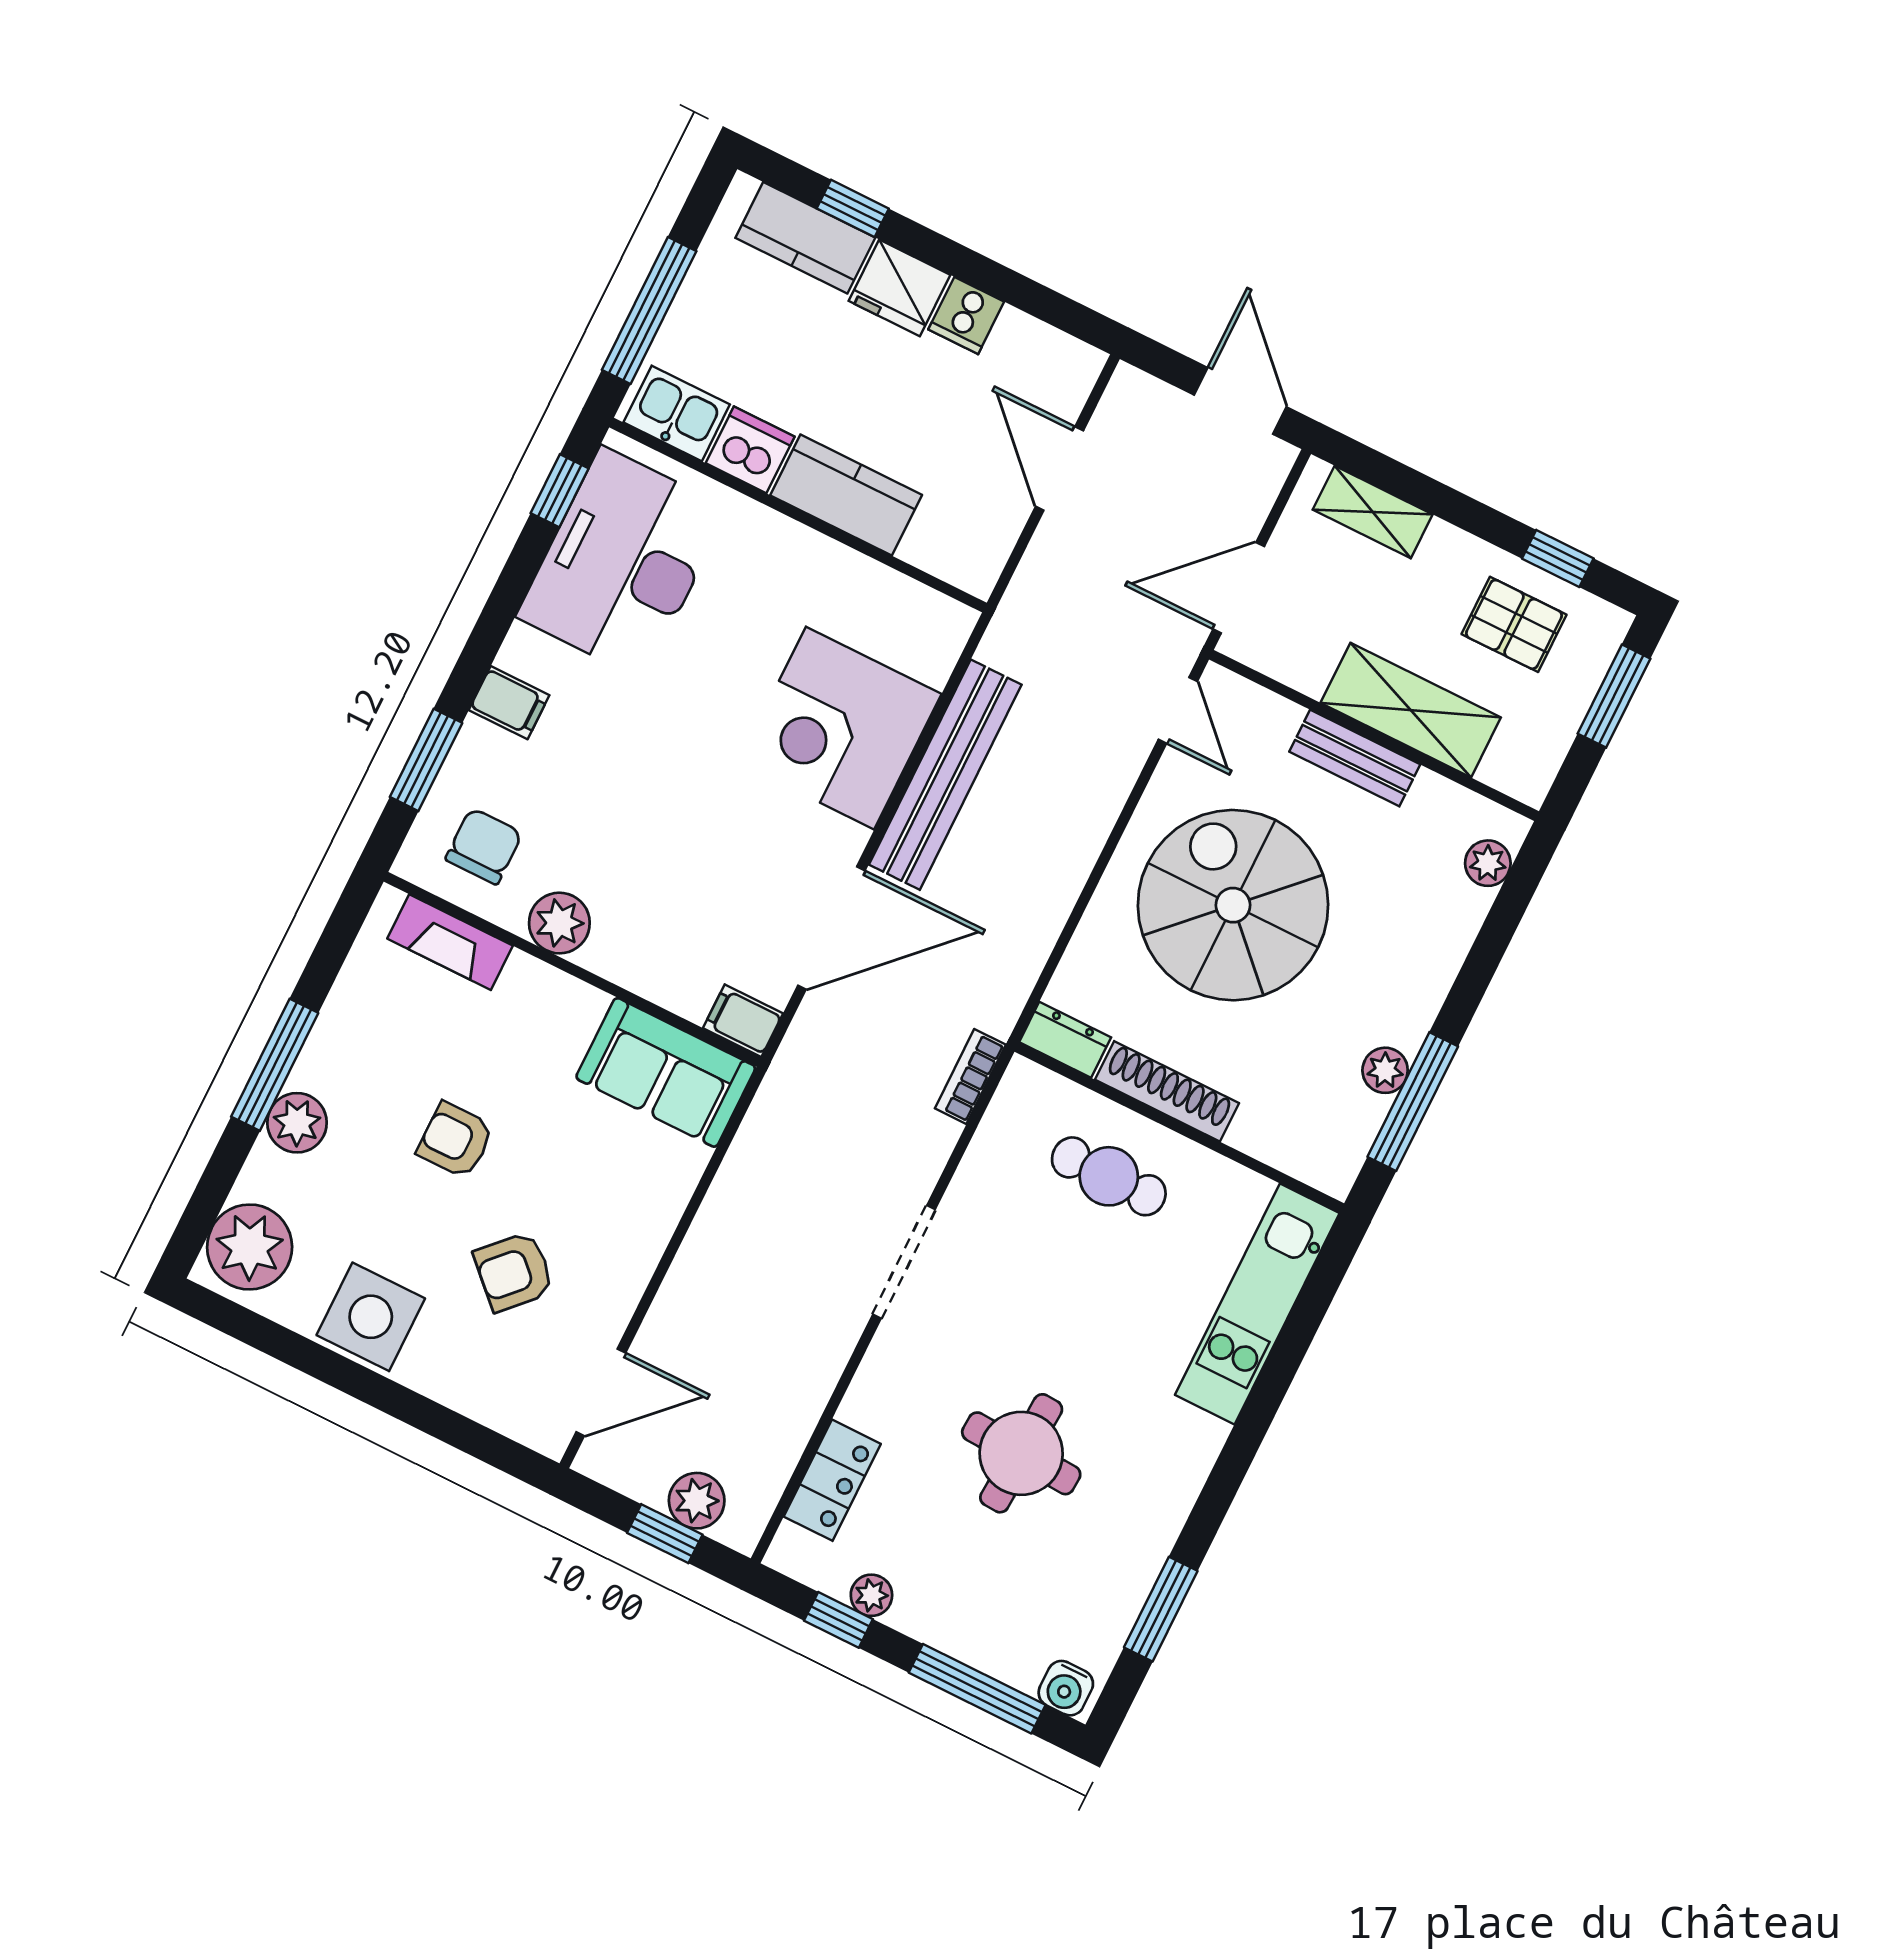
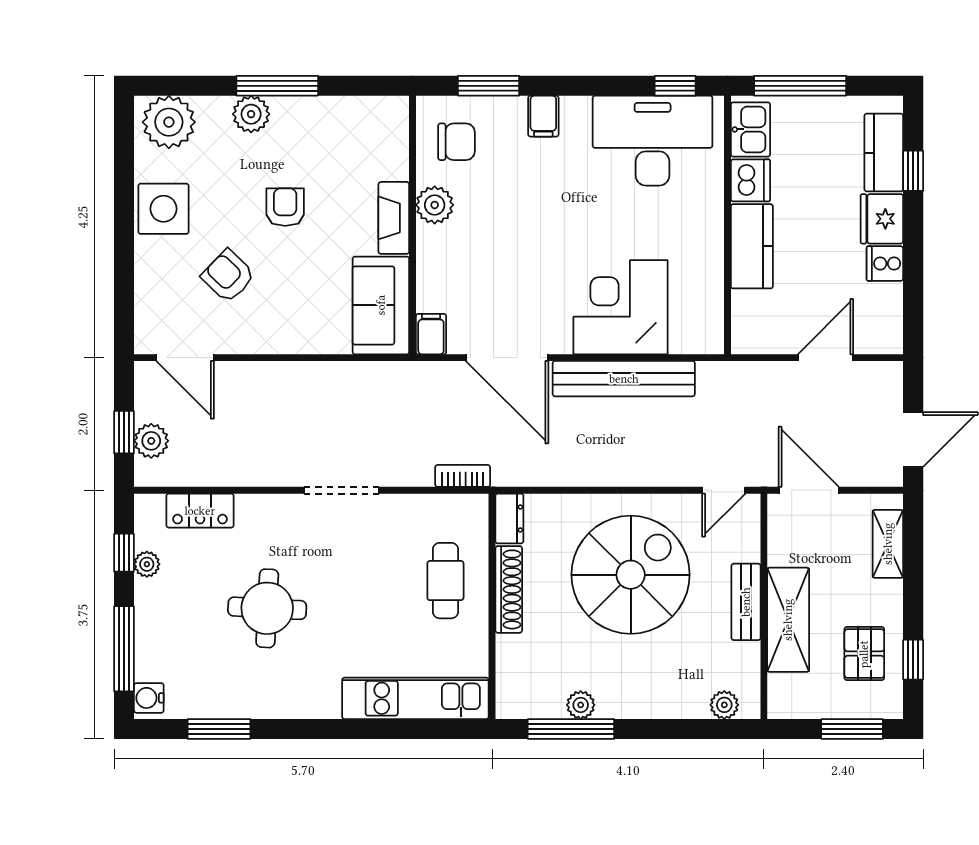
fireplace: (450, 942) -> (394, 218), moved

